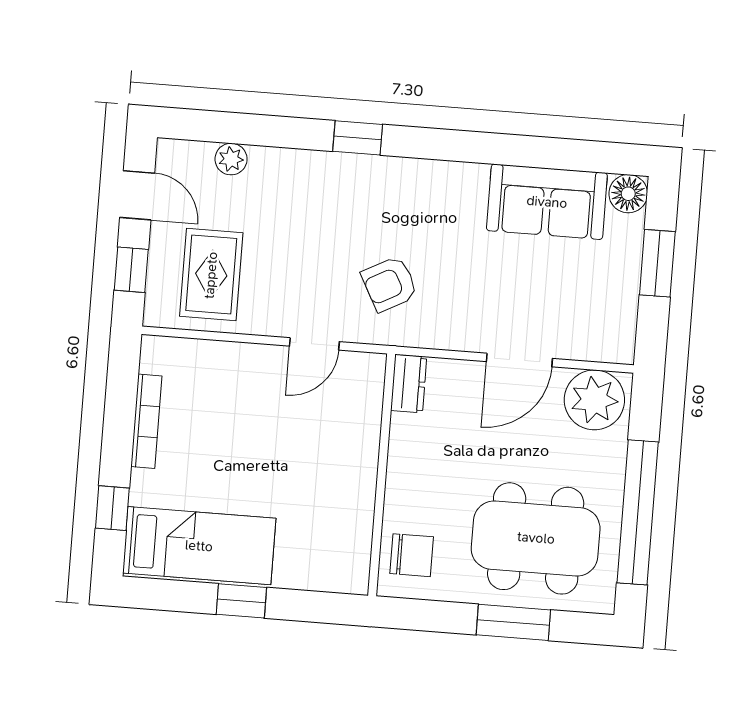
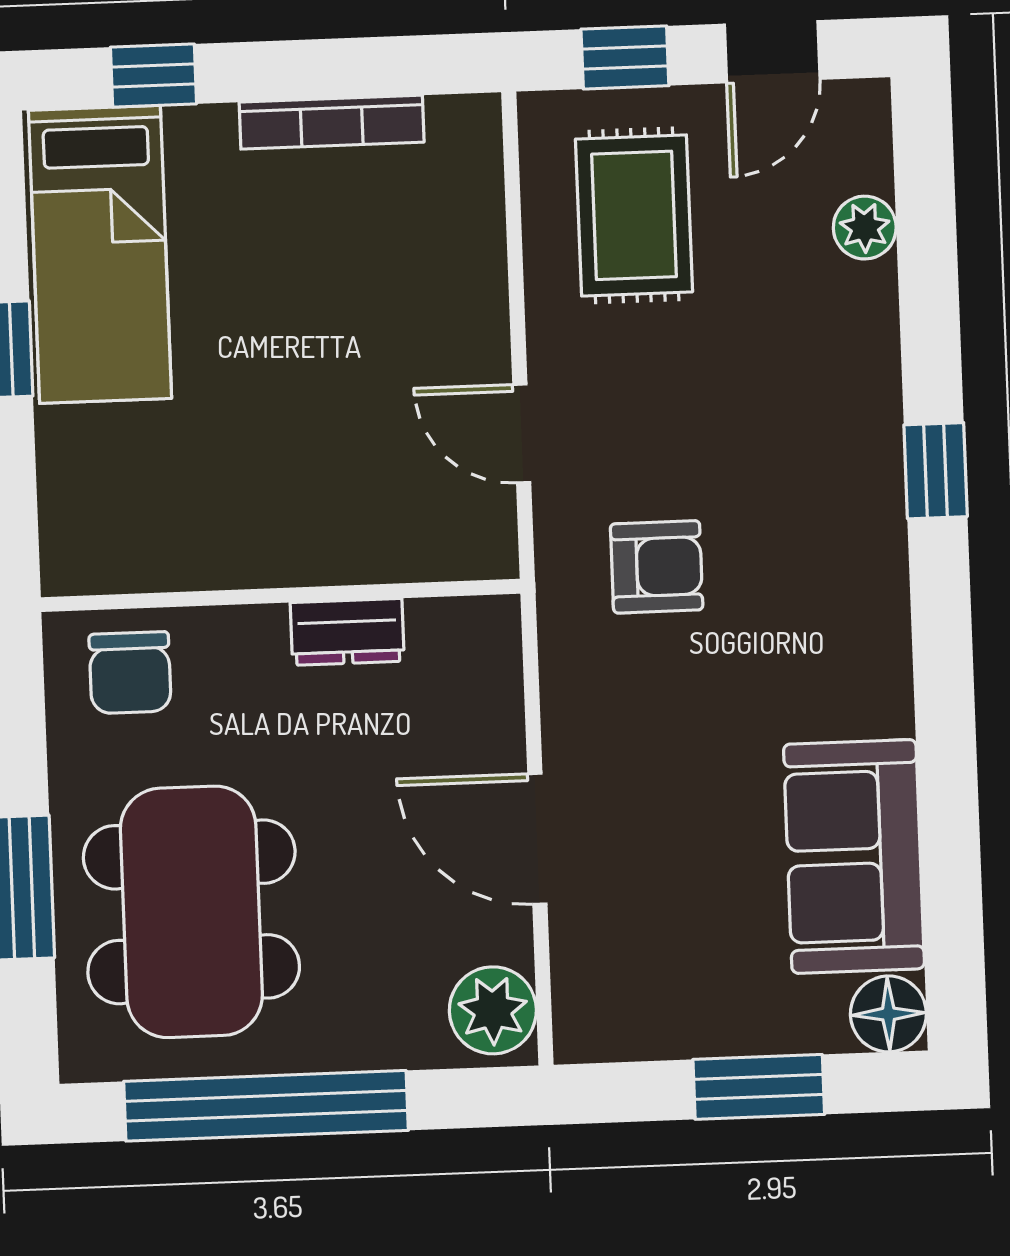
rug: (211, 275) -> (634, 215), turned 90
armchair: (389, 284) -> (657, 567), turned 118
dresser: (409, 384) -> (347, 632), moved
plant: (594, 400) -> (493, 1010), width x0.73, depth x0.73

